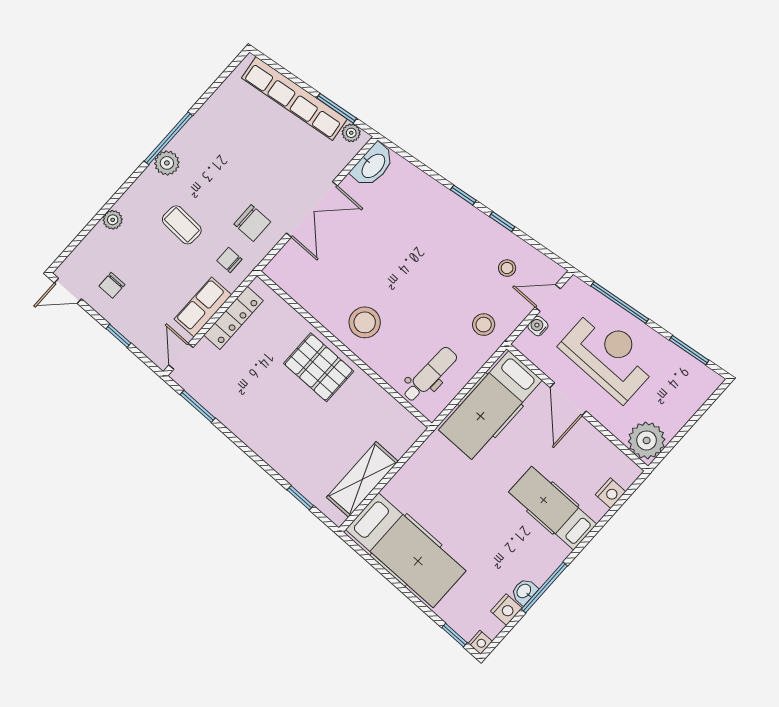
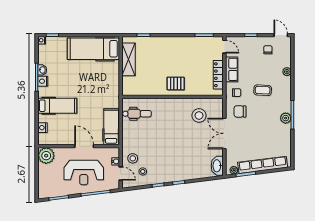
plant: (167, 163) -> (286, 118), moved
door: (68, 291) -> (281, 35), hinge flipped
door: (548, 298) -> (121, 174), hinge flipped
stool: (365, 322) -> (199, 115), moved
stool: (484, 325) -> (133, 158), moved
pallet: (319, 367) -> (176, 83), width x0.67, depth x0.71
dental chair: (430, 375) -> (137, 114), turned -92
hospital bed: (490, 405) -> (111, 127), width x0.73, depth x0.78
nightstand: (506, 610) -> (43, 81), moved

